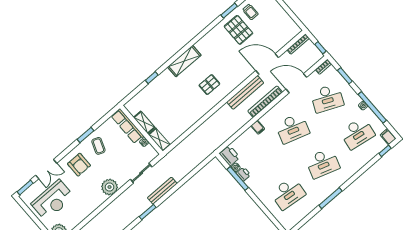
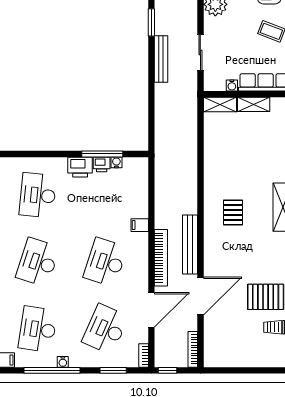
printer: (230, 156) -> (80, 167), moved

